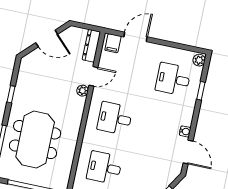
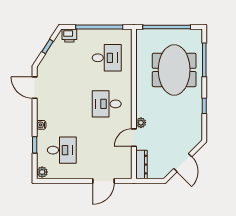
door: (47, 39) -> (183, 163), swing flipped
filing cabinet: (113, 43) -> (123, 171), removed
desk: (115, 118) -> (107, 104), turned 180
water cooler: (185, 131) -> (41, 125), moved

